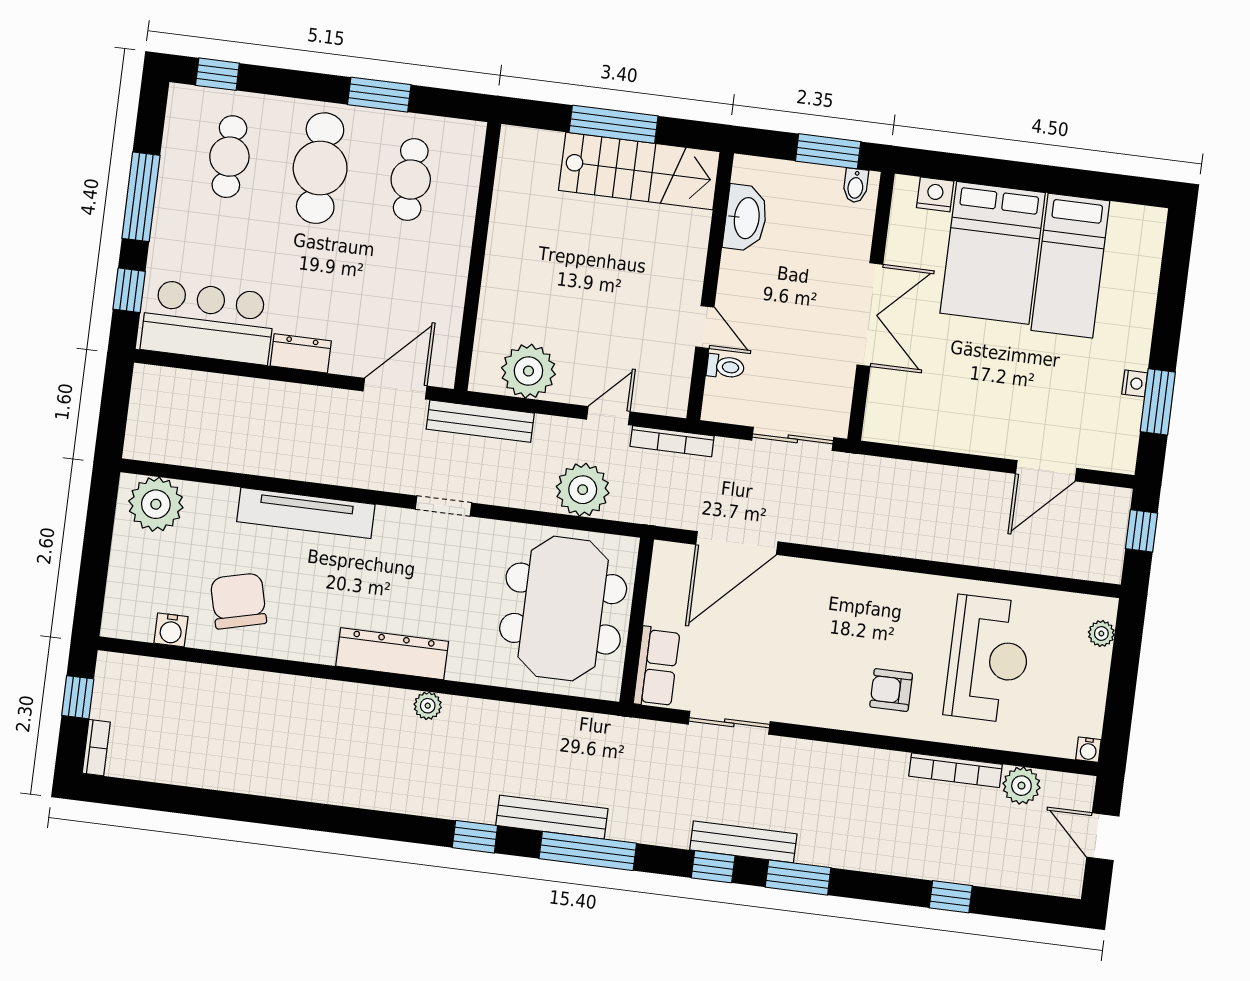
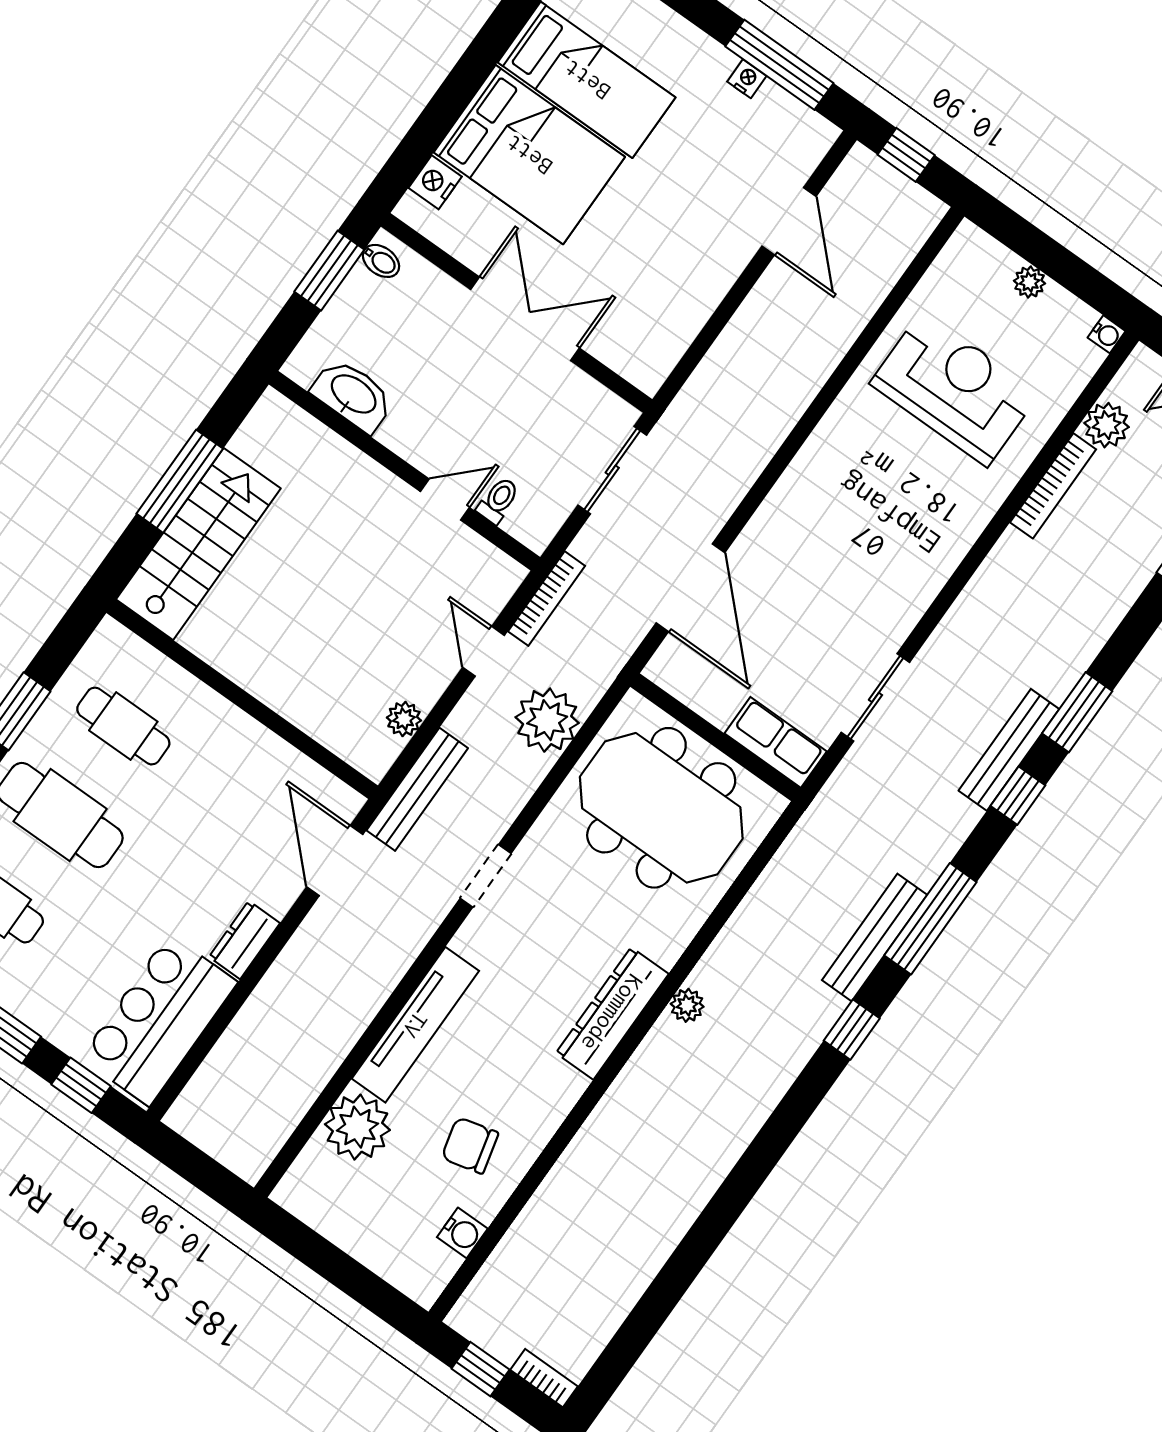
stairs: (639, 171) -> (198, 544), moved
plant: (528, 371) -> (404, 719), width x0.53, depth x0.53
window: (1158, 402) -> (779, 65), width x1.44
plant: (156, 504) -> (357, 1127), moved
chair: (238, 601) -> (470, 1145), width x0.73, depth x0.73
plant: (1101, 633) -> (1029, 282), moved
armchair: (891, 690) -> (932, 508), removed

